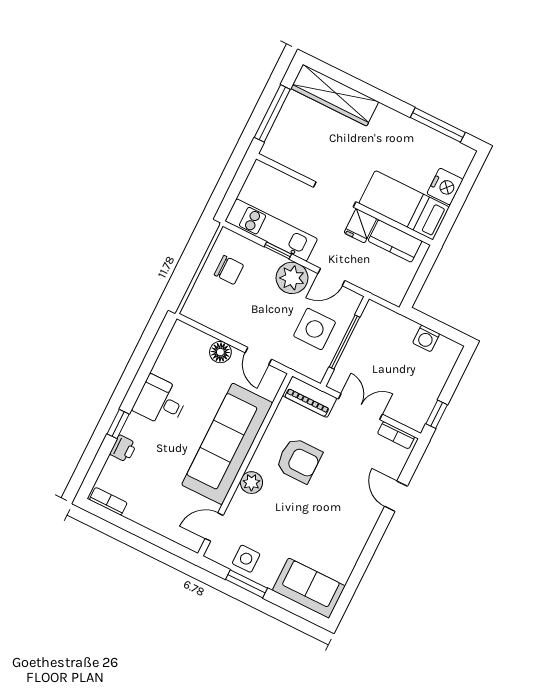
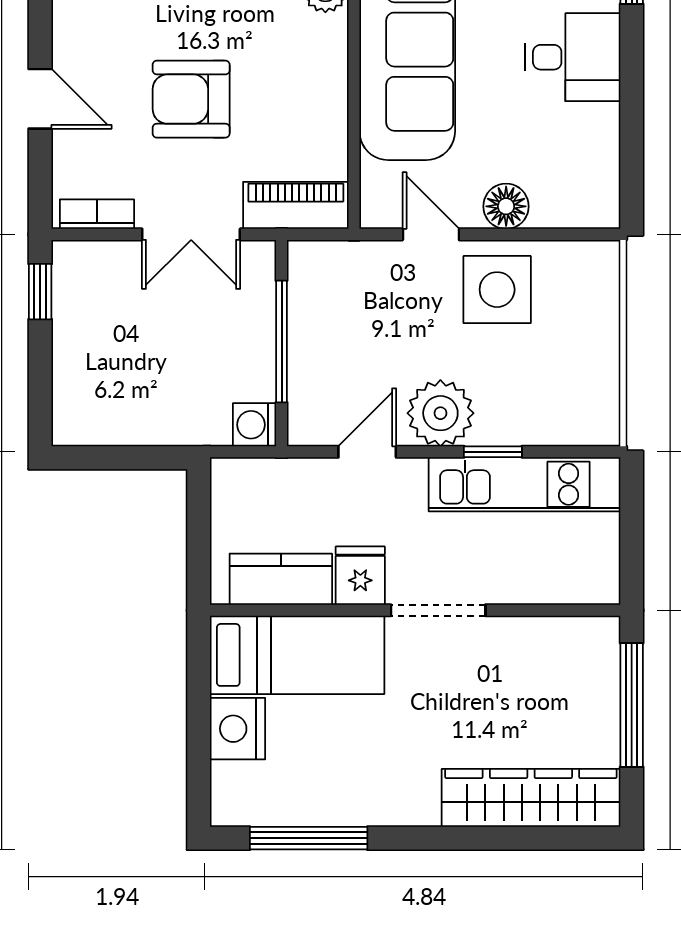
chair: (229, 270) -> (567, 369), removed
side table: (315, 329) -> (497, 290), moved
washing machine: (426, 338) -> (254, 425), moved, turned -90
armchair: (299, 460) -> (191, 99), moved

